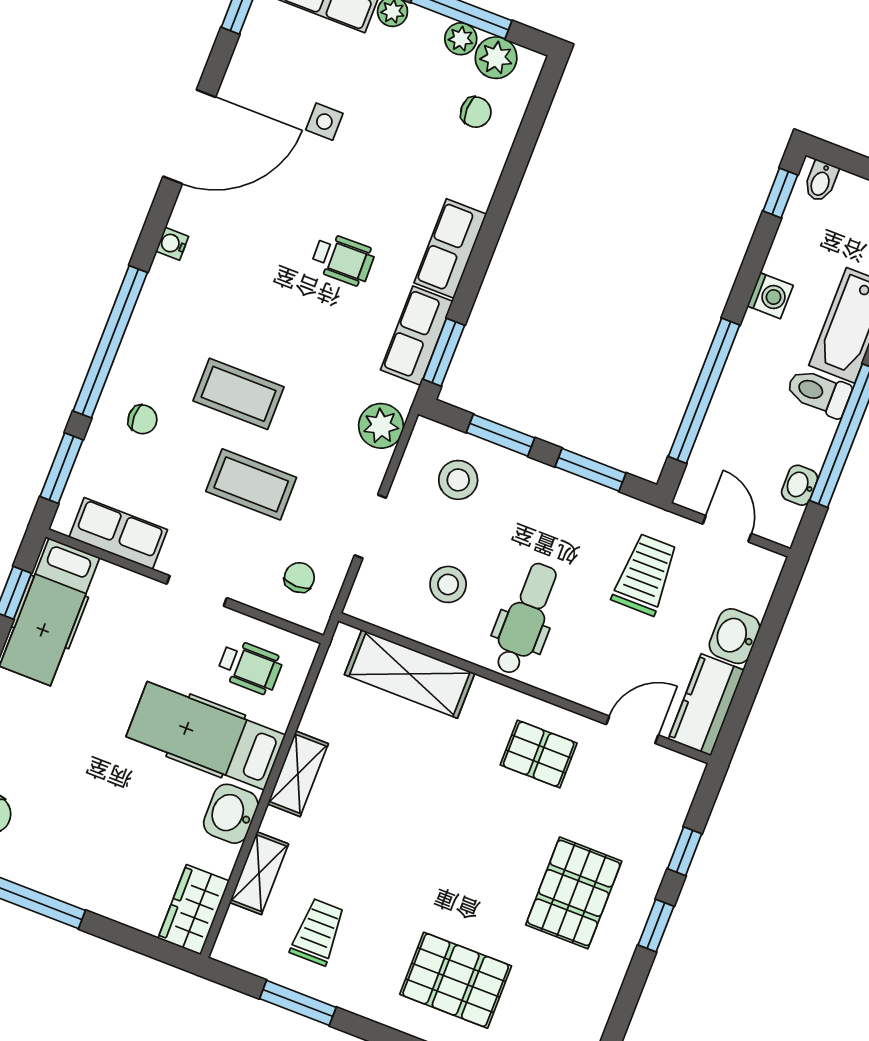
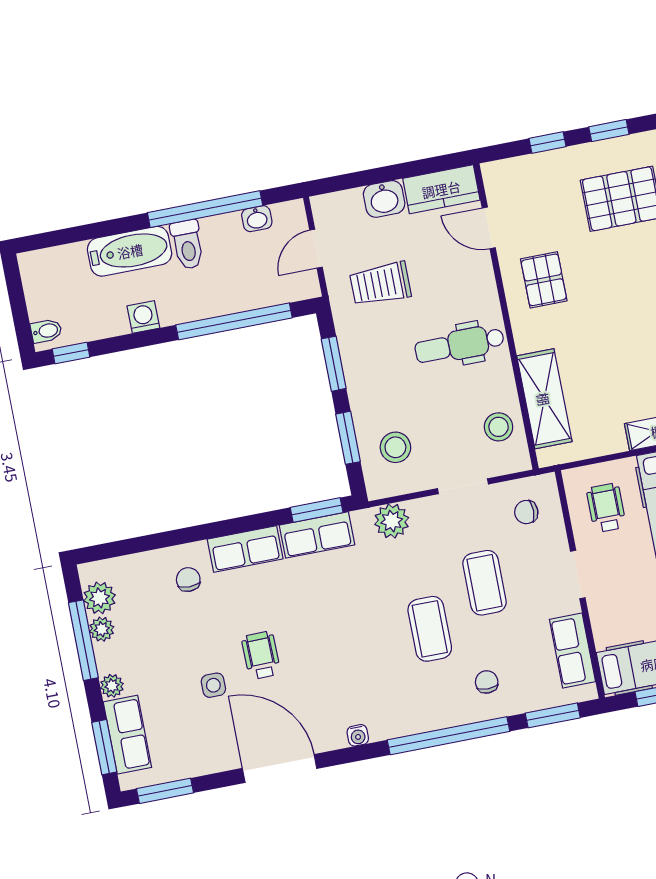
chair: (476, 112) -> (188, 580), moved
wheelchair: (343, 259) -> (261, 655), moved
stool: (448, 584) -> (499, 427), moved

